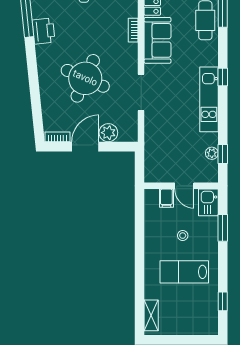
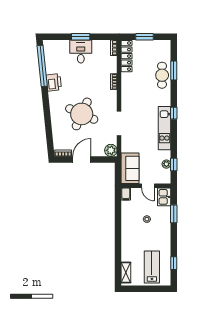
sofa: (158, 40) -> (130, 168), moved
plant: (108, 133) -> (111, 150), moved
filing cabinet: (166, 198) -> (126, 194), moved
lab bench: (184, 272) -> (152, 267), moved, turned 90

